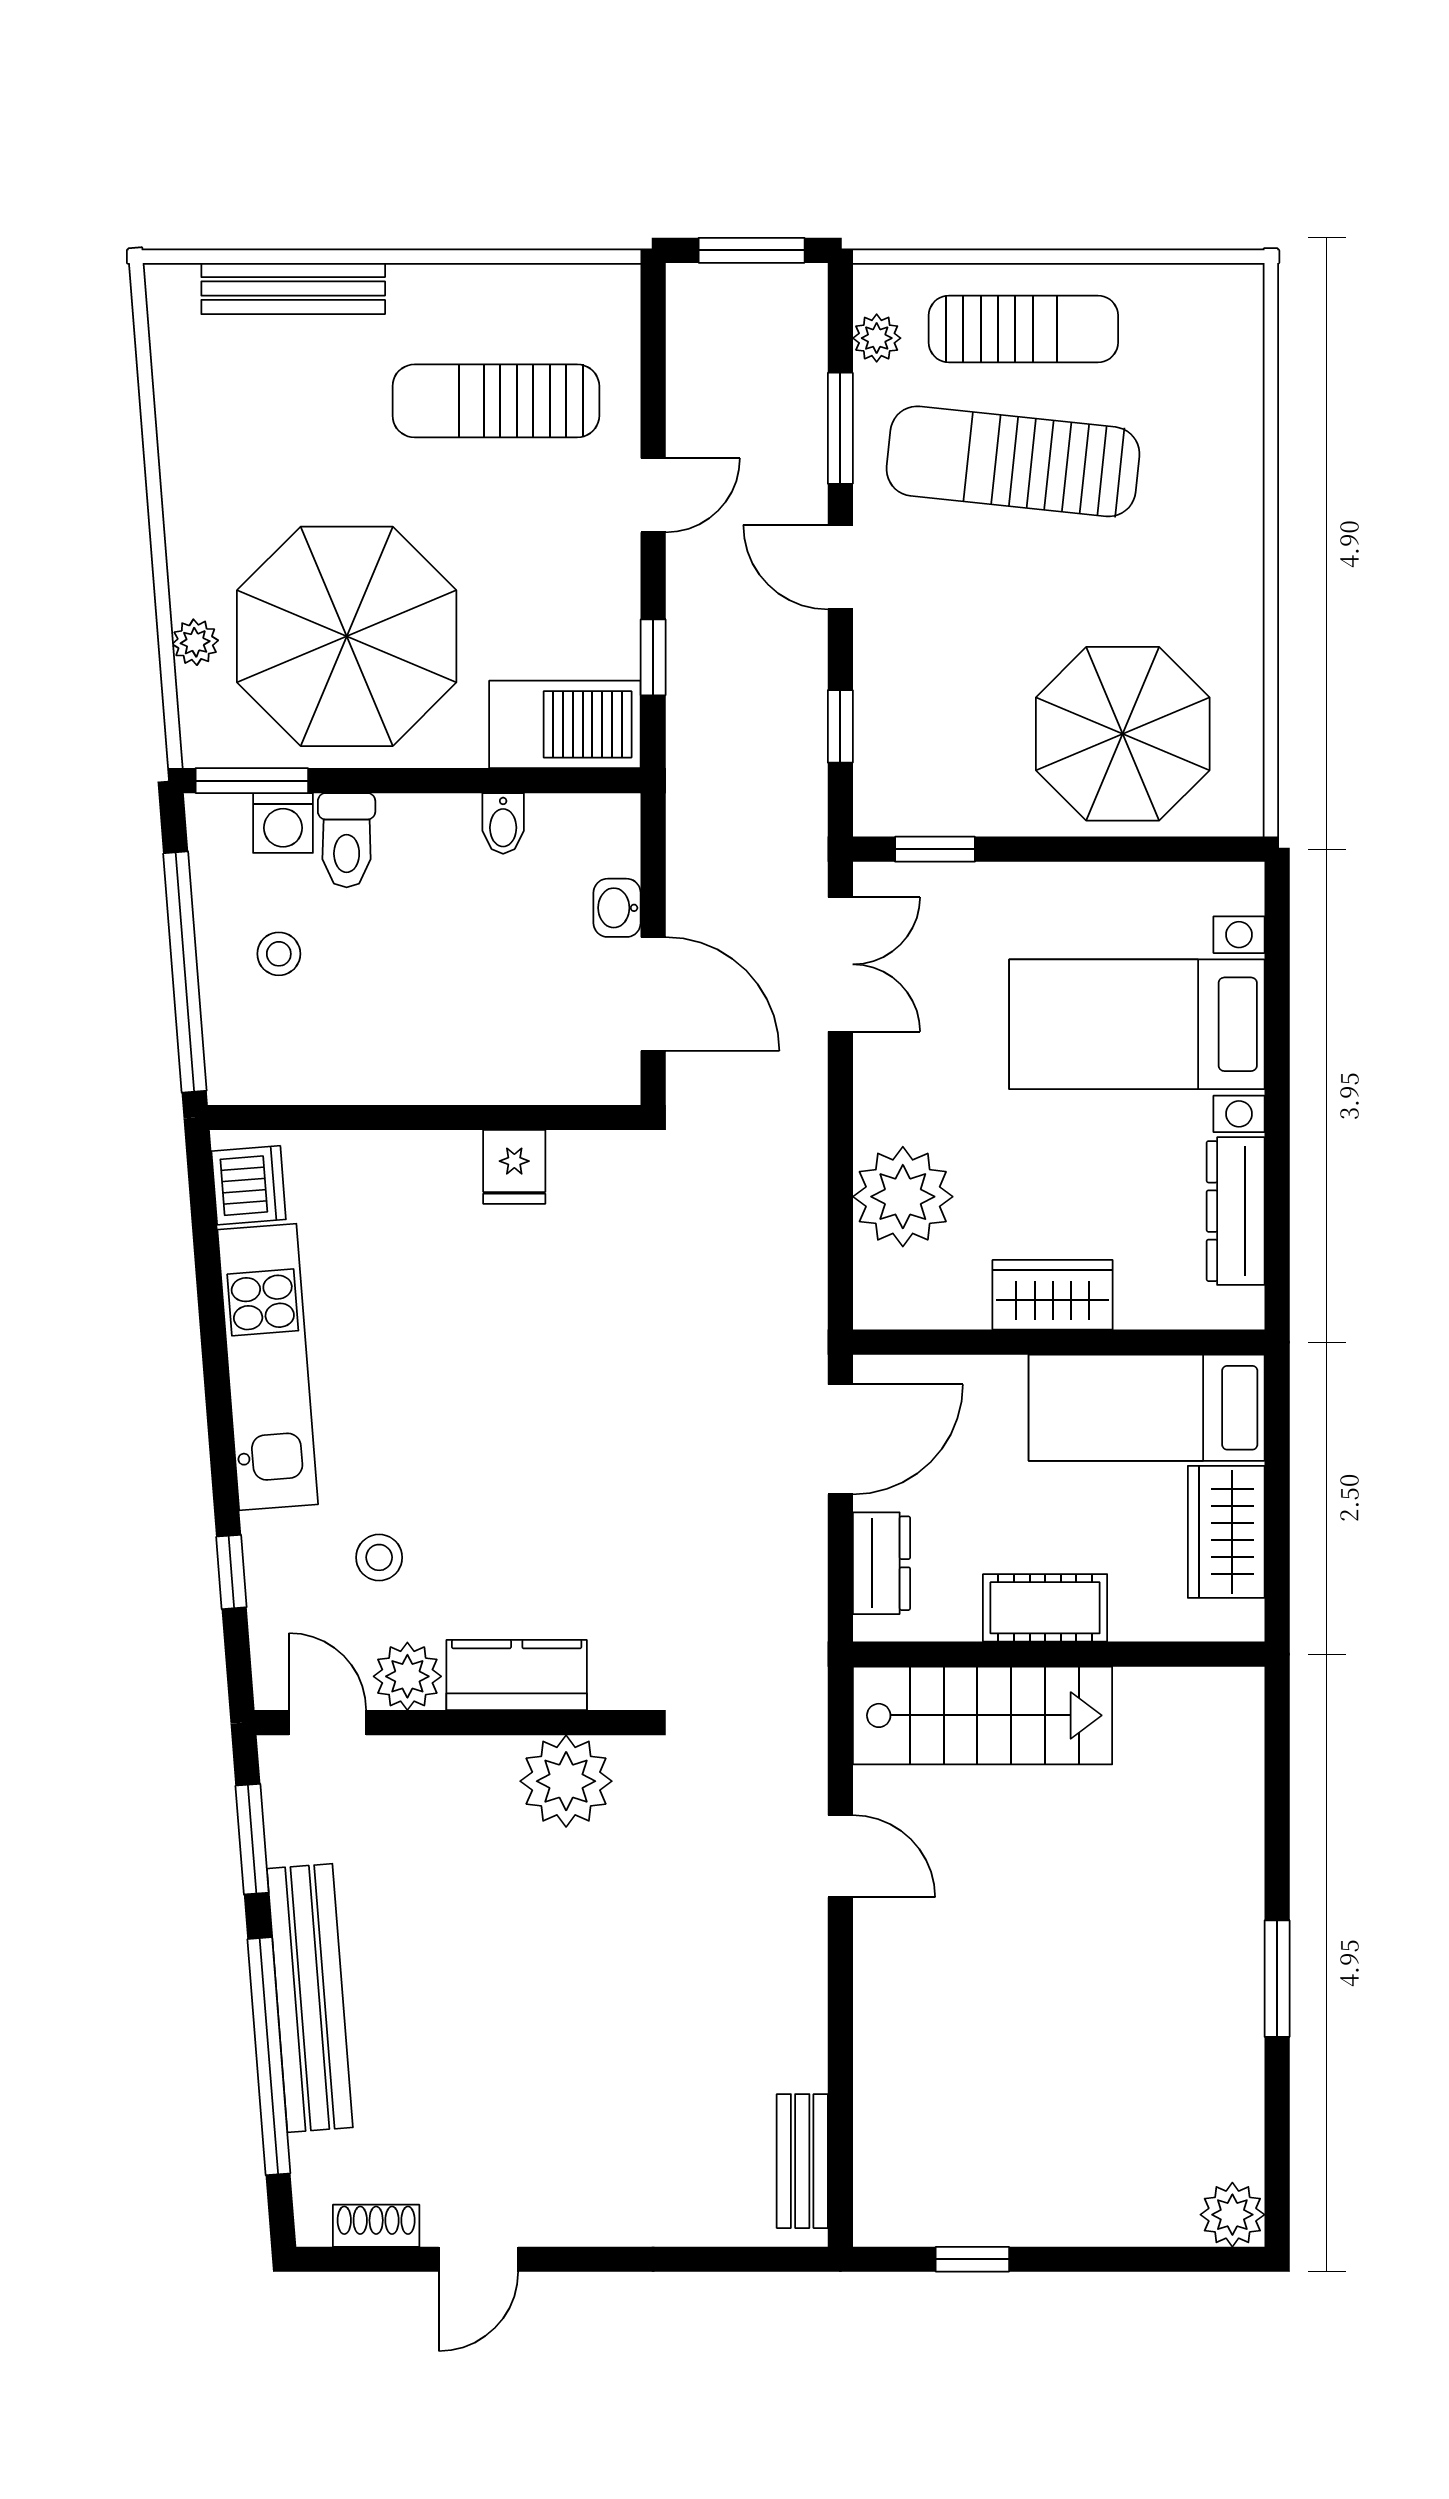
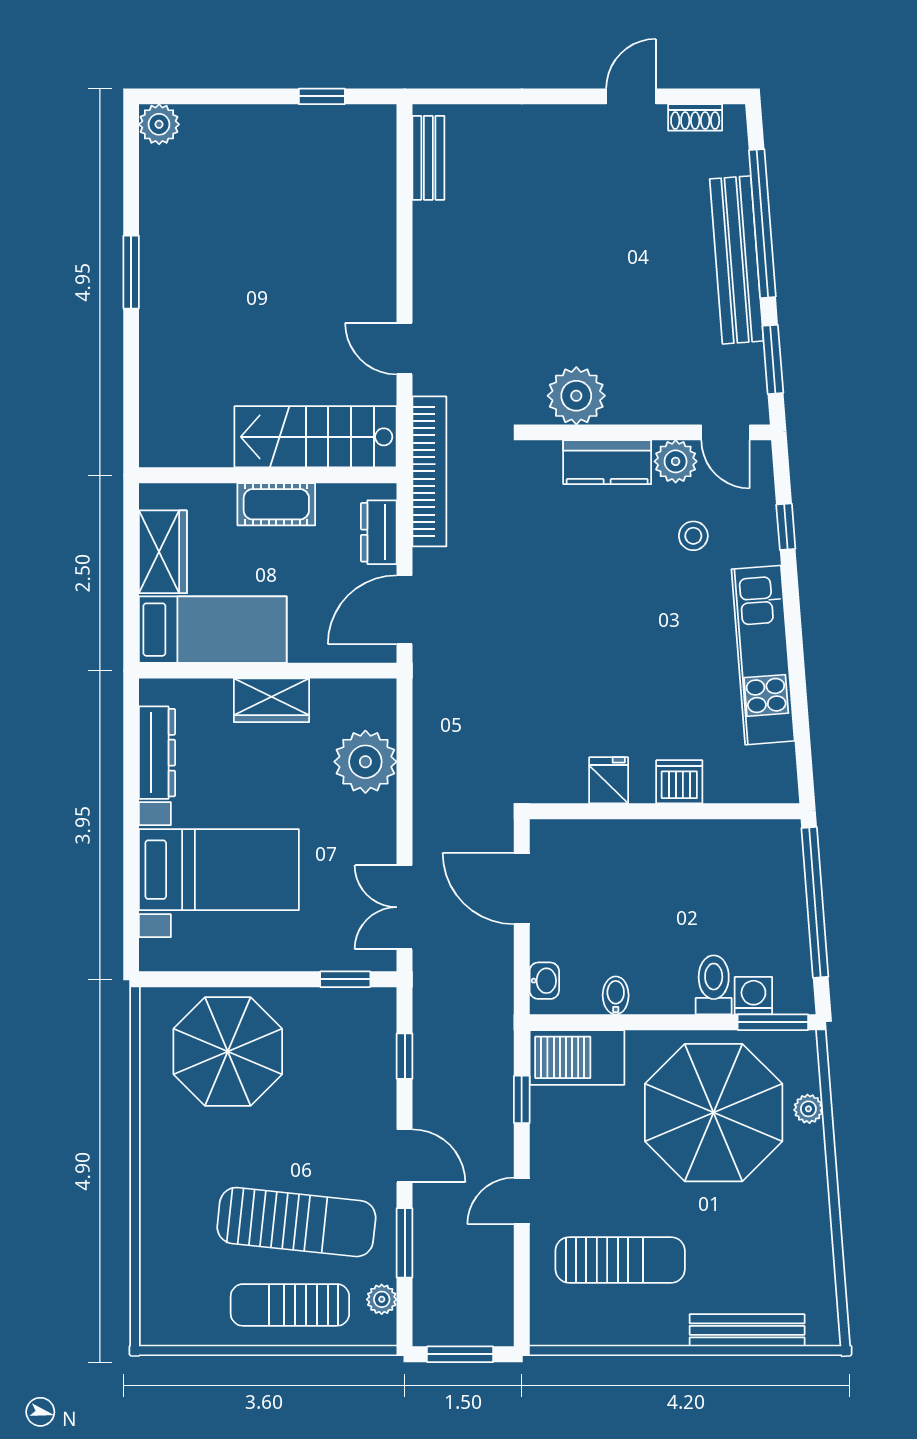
washbasin: (617, 908) -> (544, 981), moved
stool: (279, 954) -> (756, 914), removed
dishwasher: (249, 1185) -> (679, 782), moved, turned 94
bookcase: (801, 1660) -> (429, 471), added

